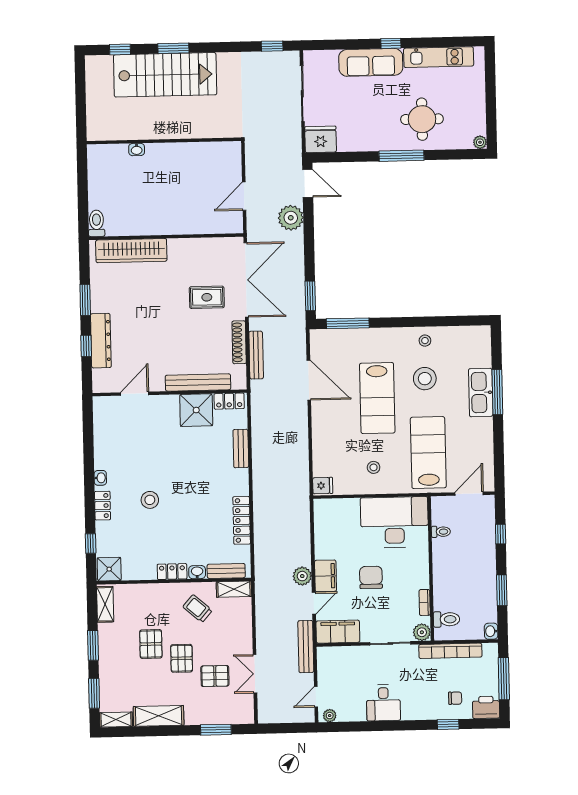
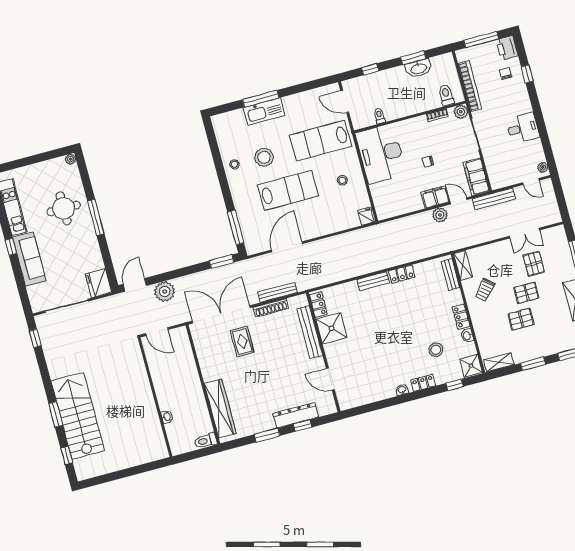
wall: (164, 141) -> (155, 397), moved
washbasin: (137, 150) -> (167, 417), moved
bench: (241, 448) -> (373, 281), moved
stool: (150, 500) -> (436, 350), moved
locker: (242, 520) -> (402, 274), width x0.66
washbasin: (197, 572) -> (467, 336), moved
chair: (371, 577) -> (428, 161), width x0.54, depth x0.54
washbasin: (491, 631) -> (419, 68), moved, width x1.91, depth x1.45

